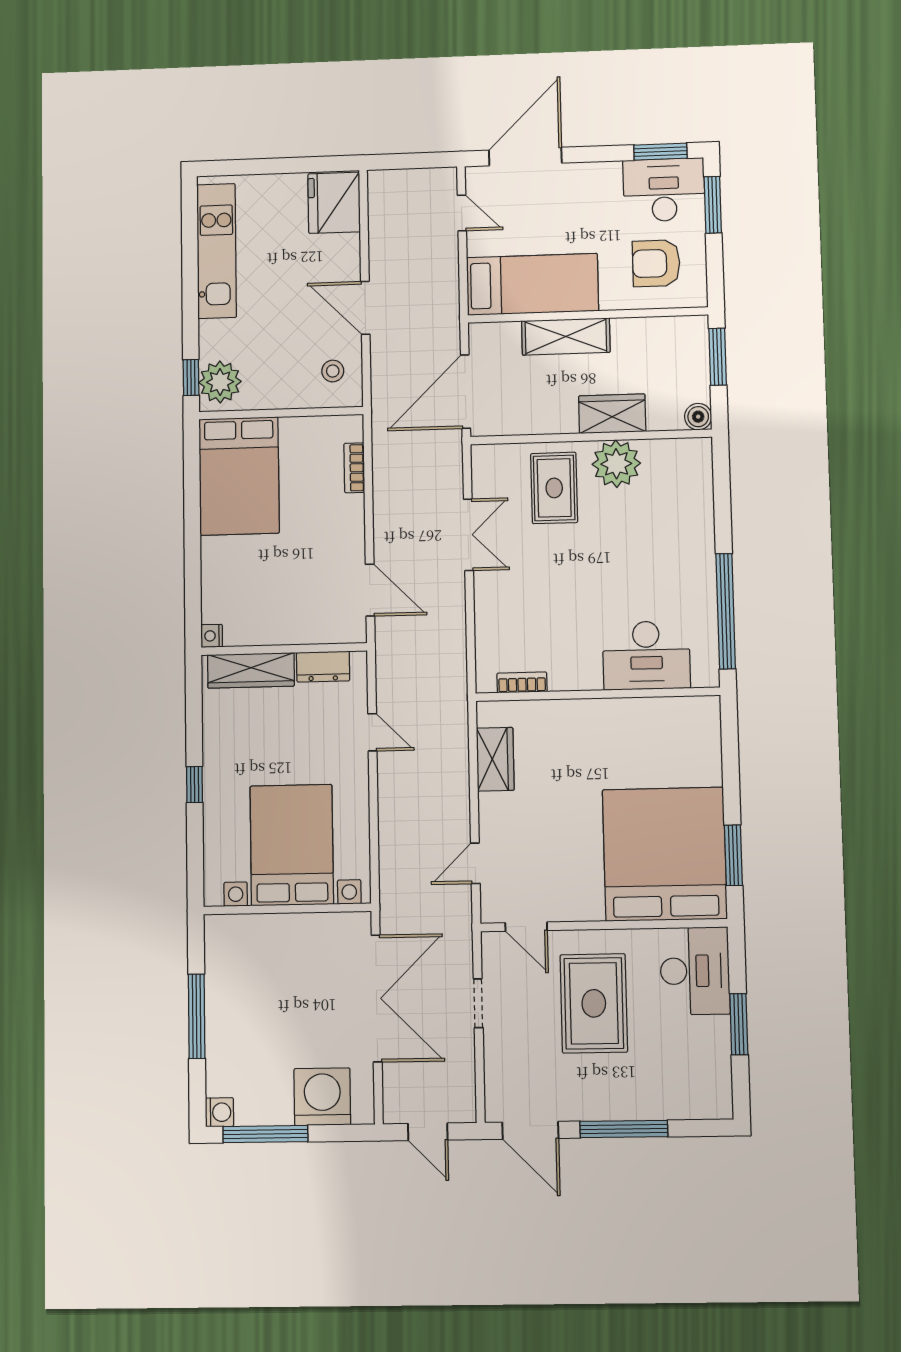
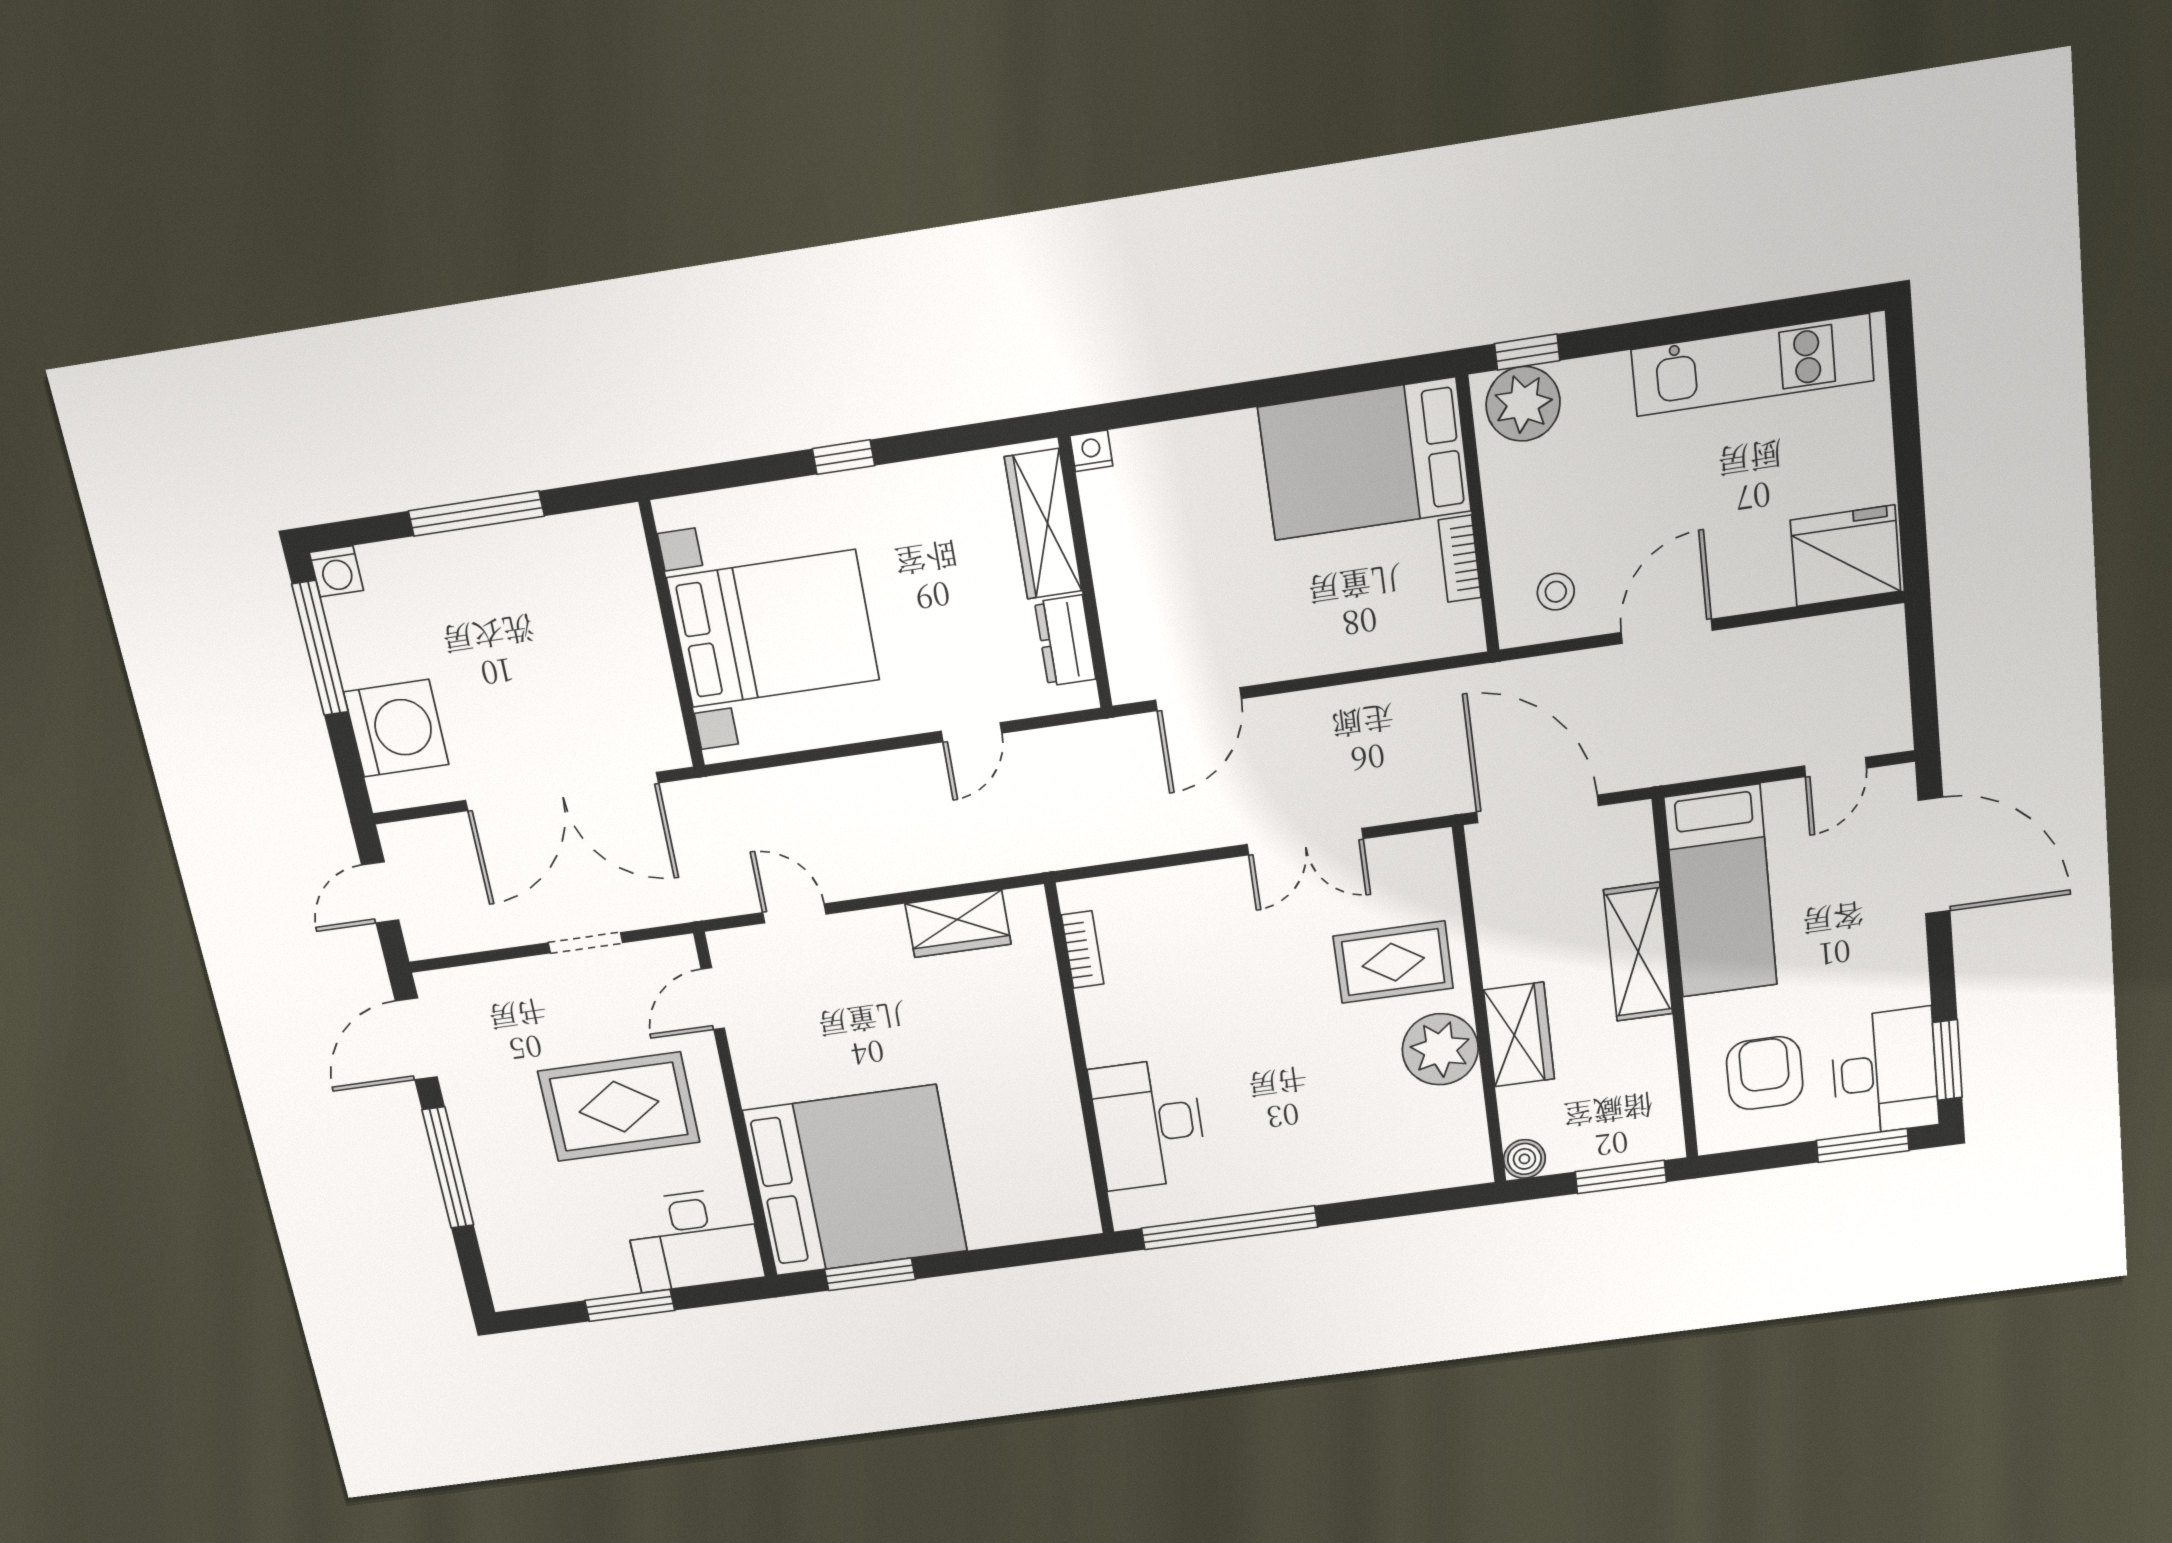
bookcase: (354, 468) -> (1460, 559), moved, turned -90

